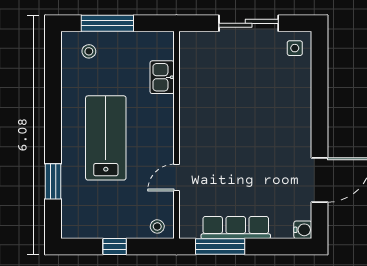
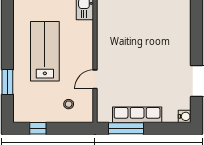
stool: (157, 226) -> (69, 104), moved
window: (115, 247) -> (38, 128), moved

